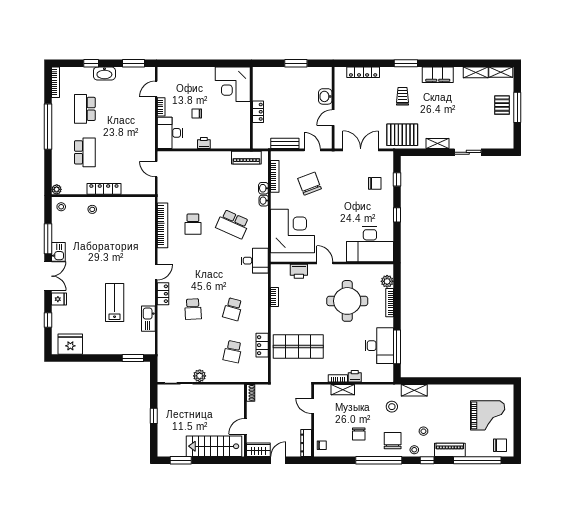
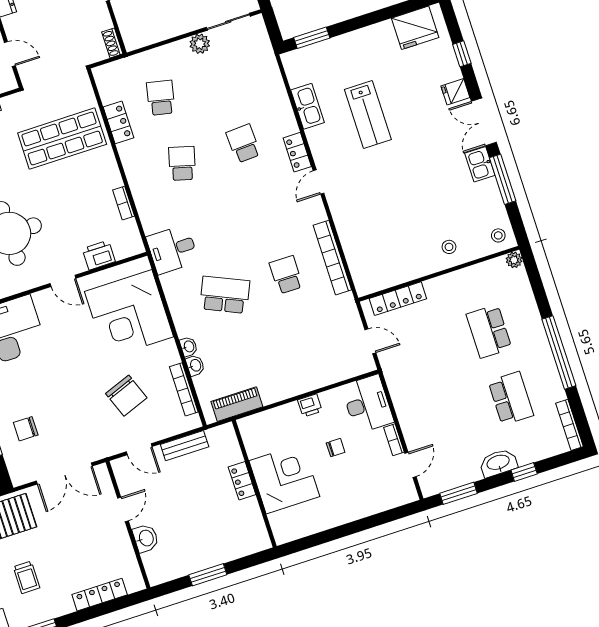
corner desk: (233, 84) -> (284, 479), moved
locker: (104, 189) -> (398, 299), moved

